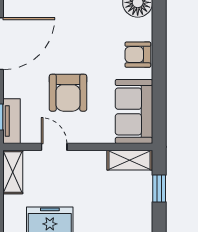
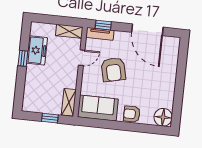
armchair: (138, 55) -> (132, 114), turned -90
armchair: (68, 93) -> (113, 70), turned -103

